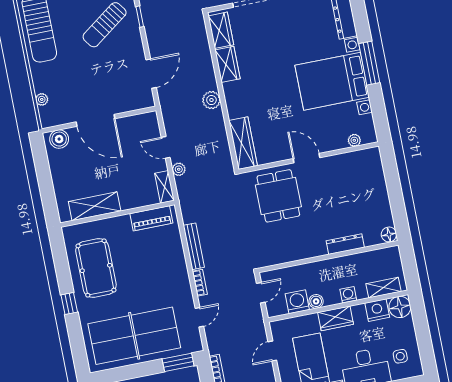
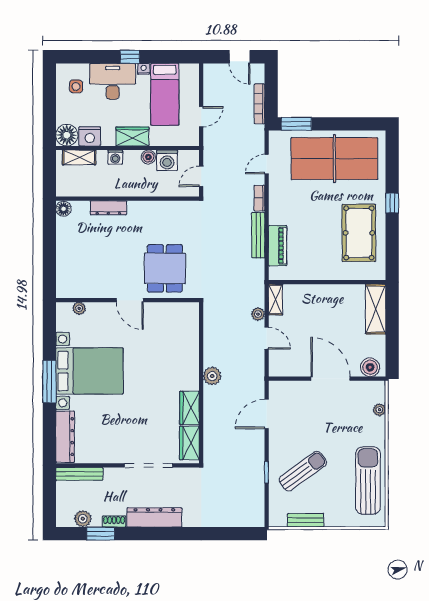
wardrobe: (243, 143) -> (189, 327), removed
shelving: (95, 206) -> (376, 309), moved, turned 90
piano: (151, 218) -> (278, 246), moved, turned 90

